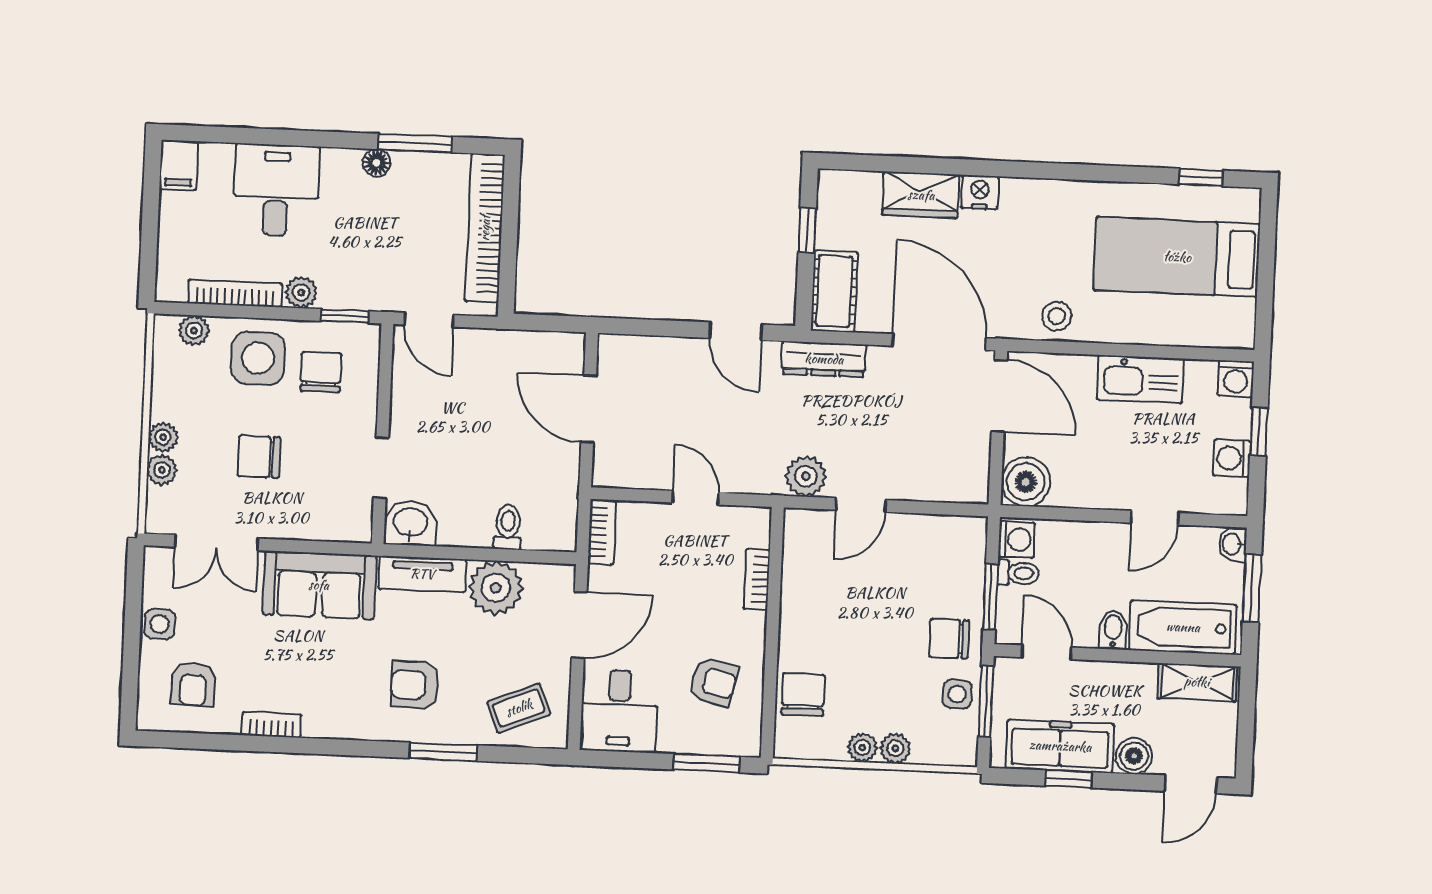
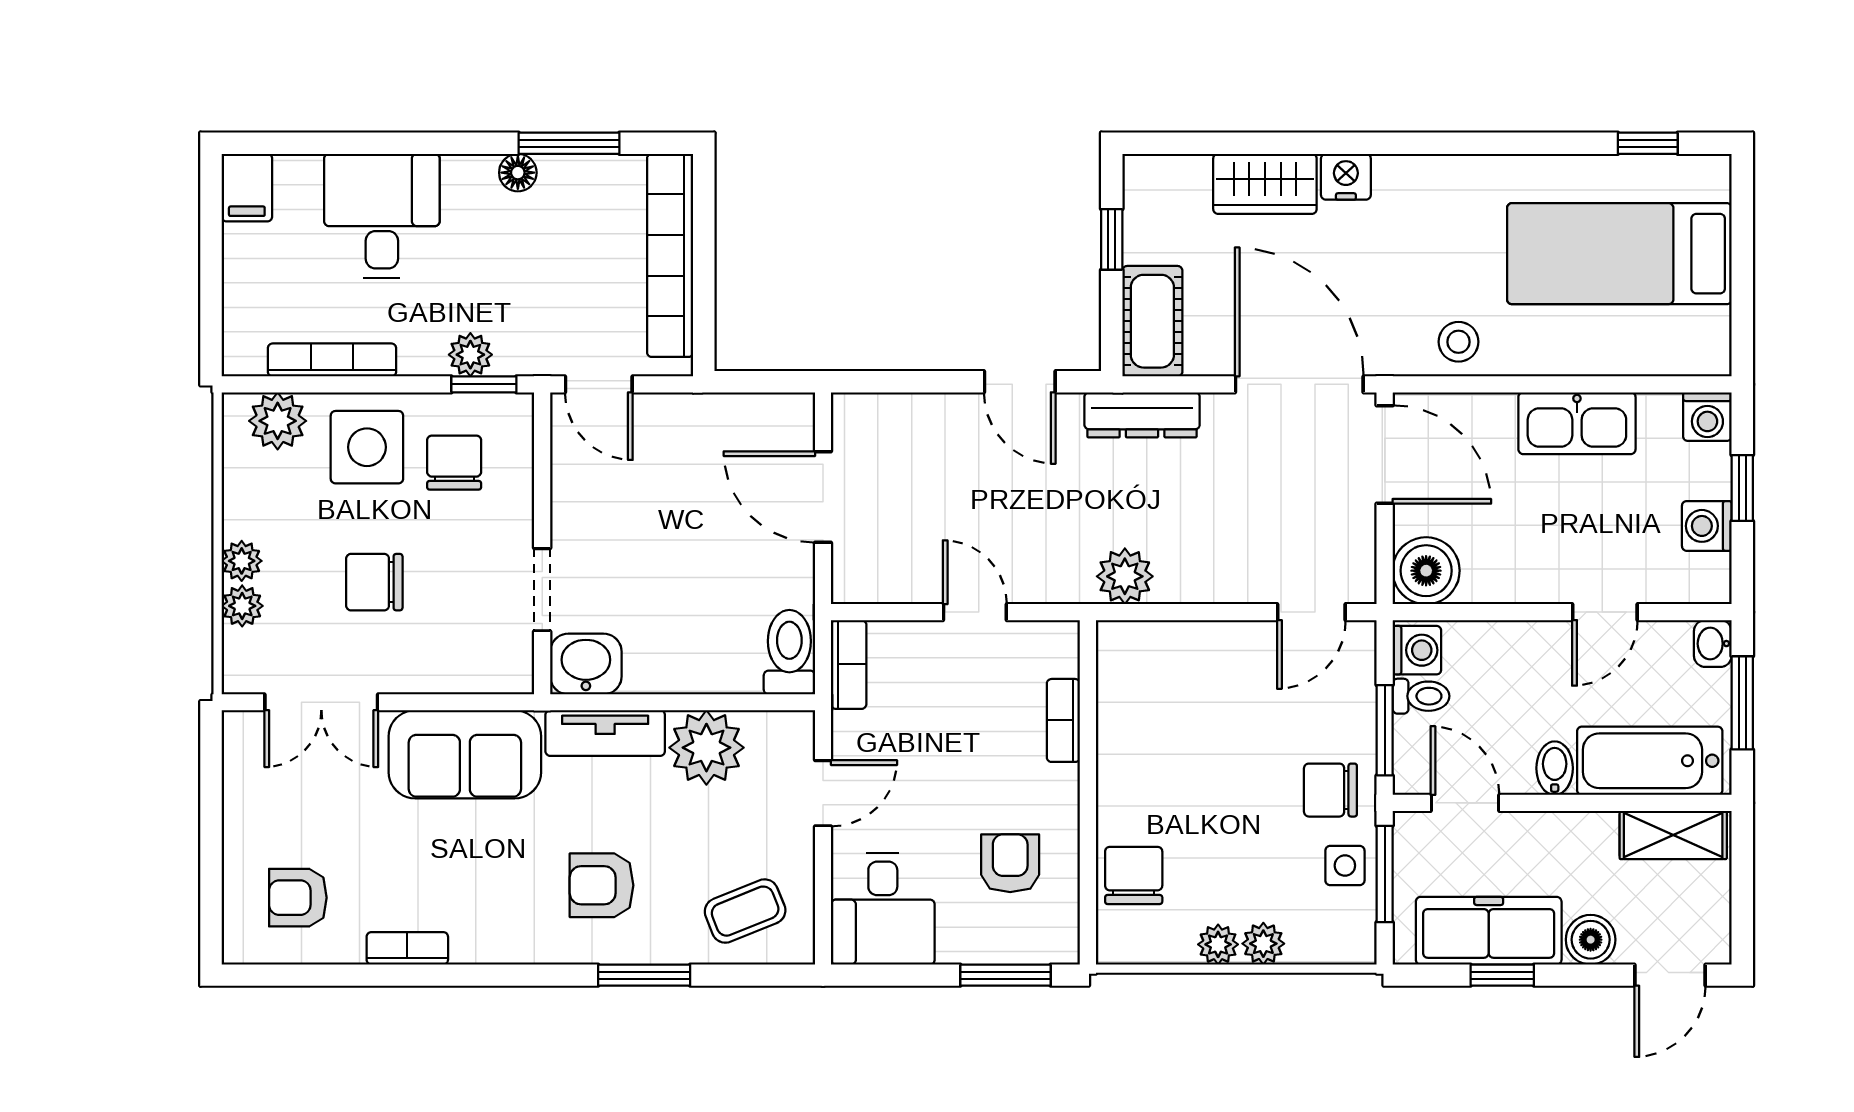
plant: (301, 292) -> (470, 355), moved
plant: (194, 330) -> (278, 421), width x1.38, depth x1.38
door: (861, 505) -> (1311, 612), moved
toilet: (508, 527) -> (789, 652), moved, width x1.37, depth x1.39
side table: (160, 624) -> (248, 817), removed
door: (579, 625) -> (823, 793), width x0.73
armchair: (713, 682) -> (1010, 863), turned -103
armchair: (193, 684) -> (298, 898), turned 88

